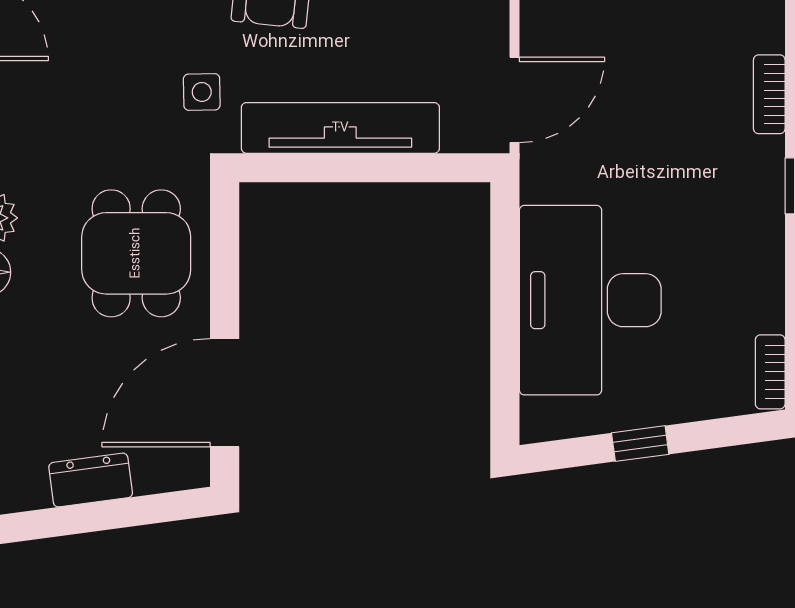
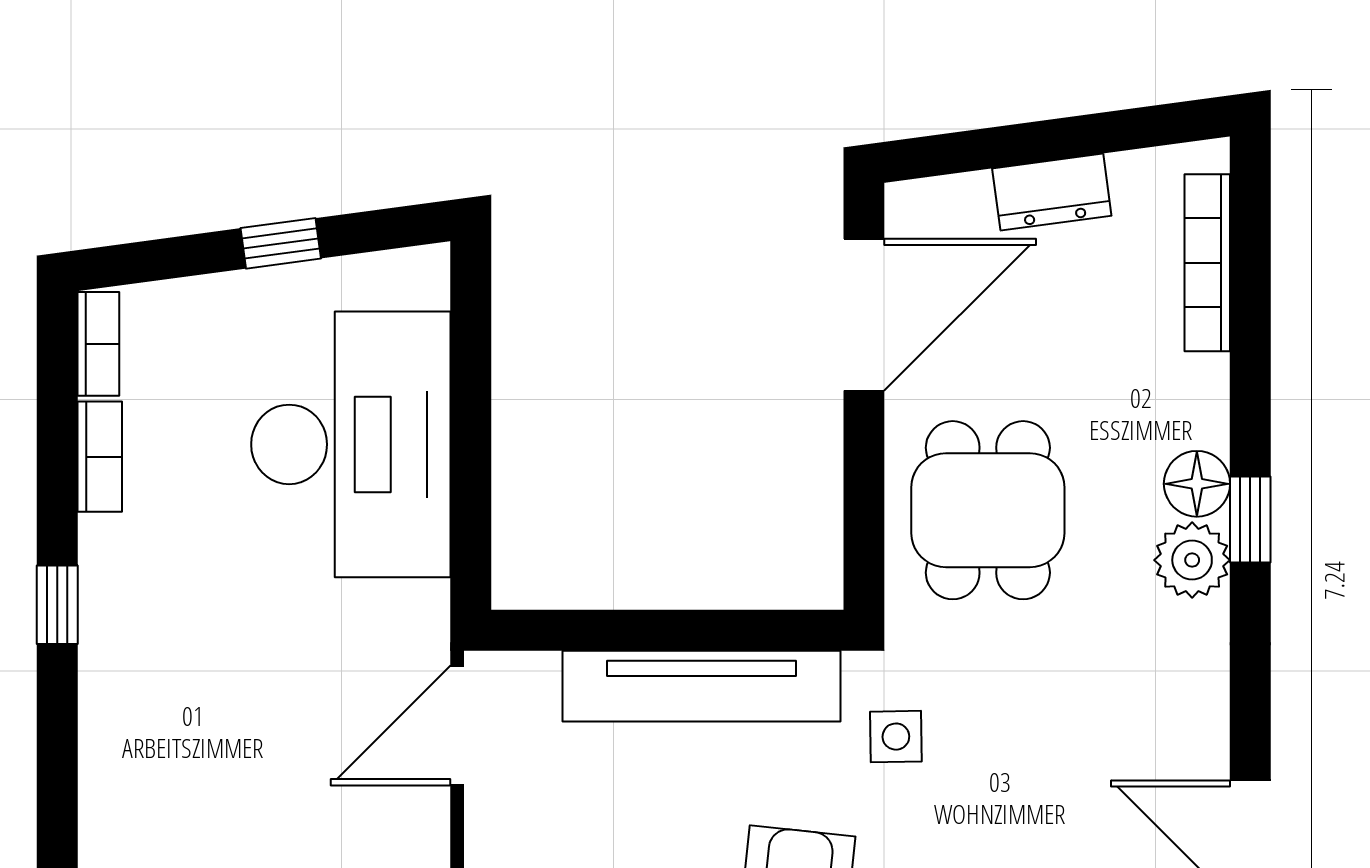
bookcase: (769, 94) -> (100, 457), moved

